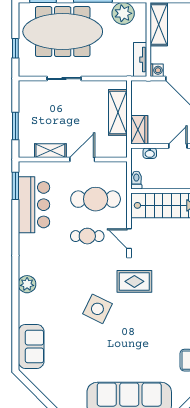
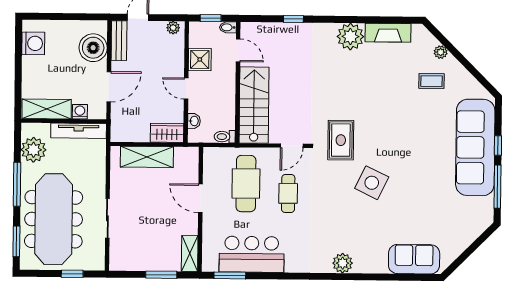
tv unit: (140, 60) -> (79, 131), width x1.41
washing machine: (157, 70) -> (80, 112), moved
shelving: (50, 151) -> (190, 254), moved

